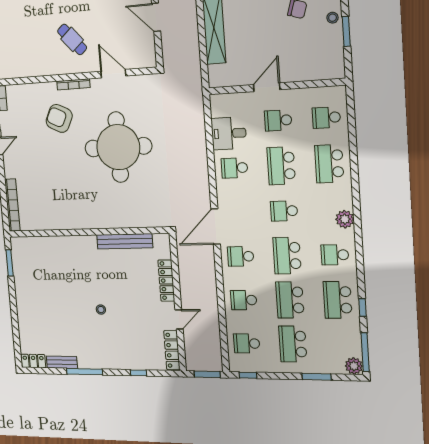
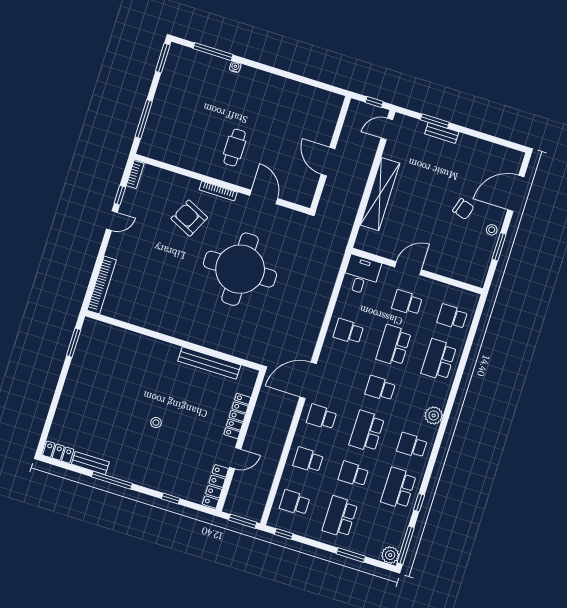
cafe table: (72, 39) -> (235, 148), turned 41
desk: (229, 133) -> (361, 275), moved, turned 90
school desk: (290, 300) -> (353, 474), width x0.54

